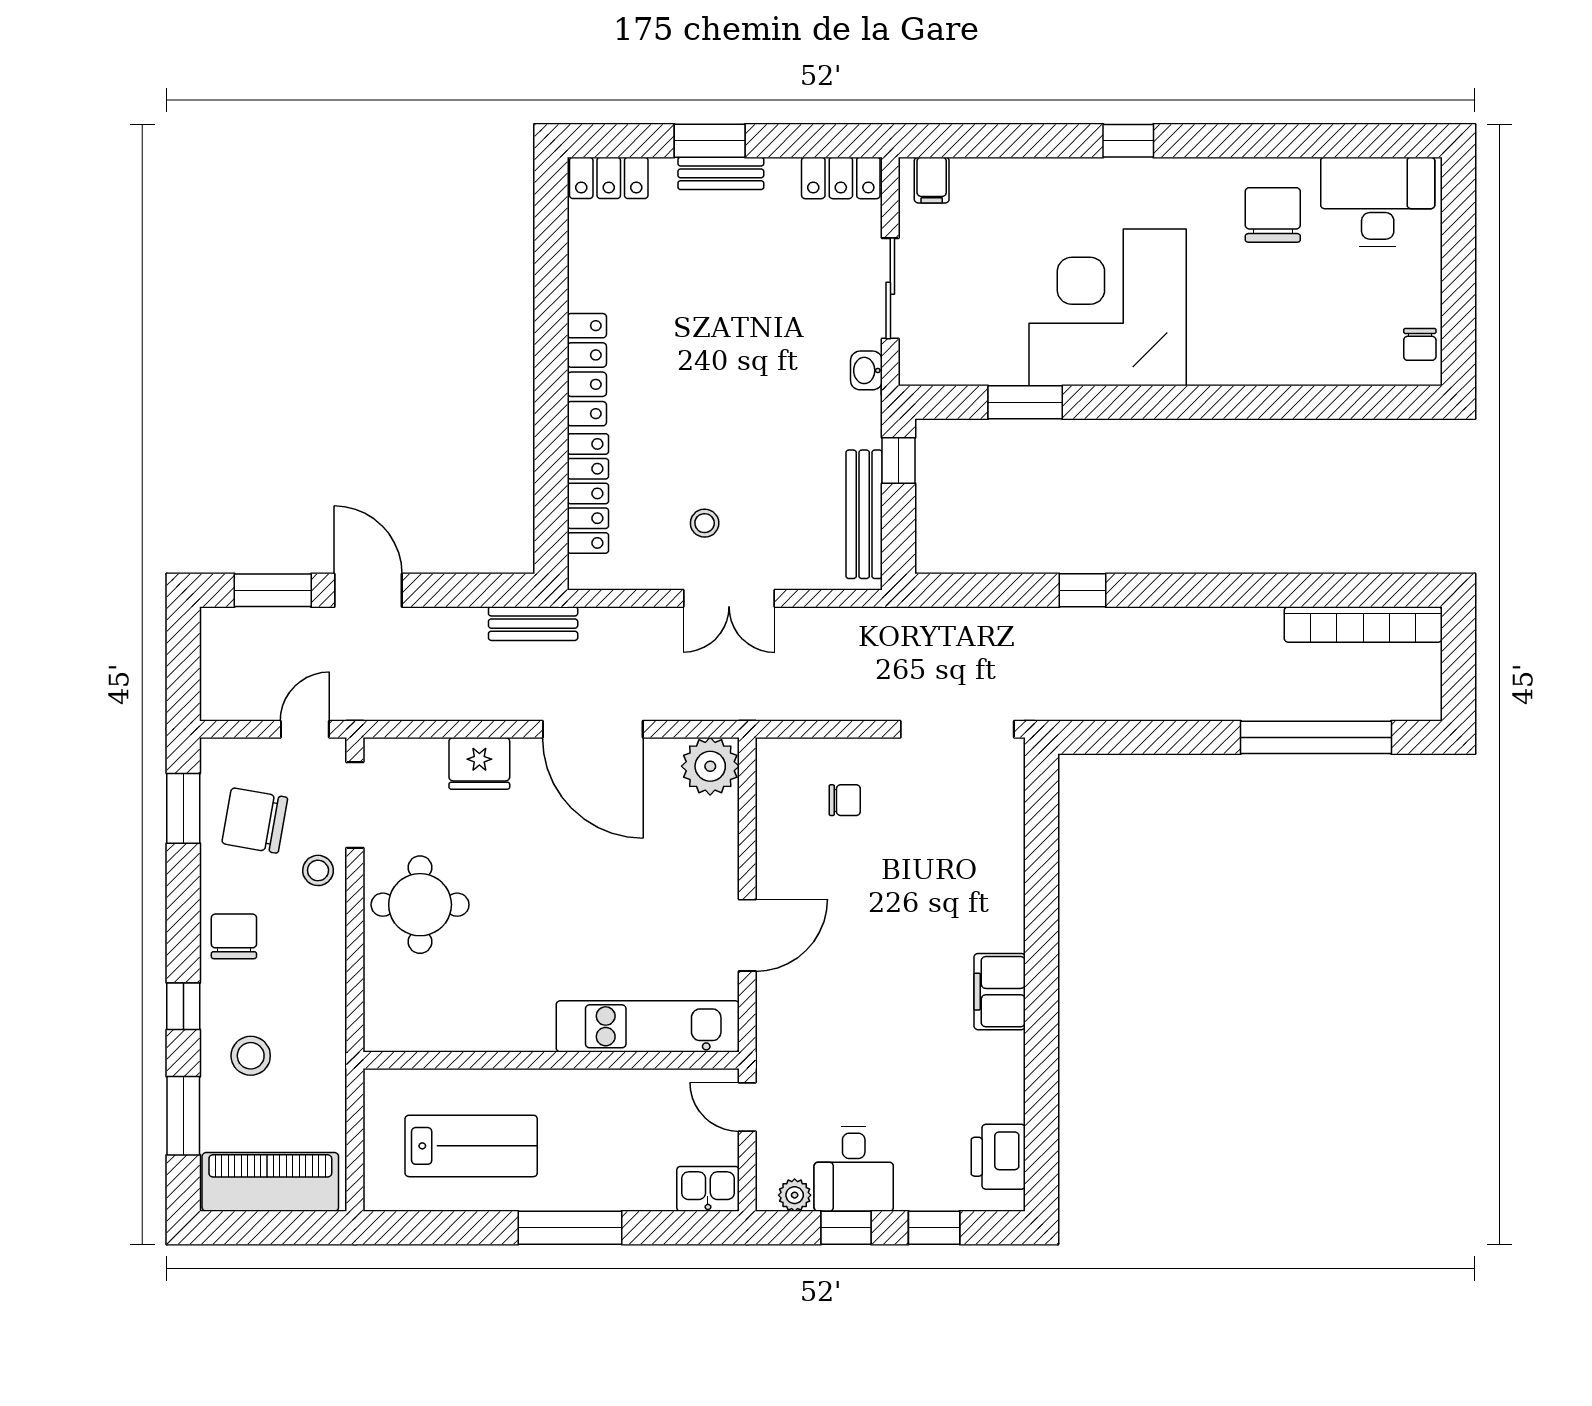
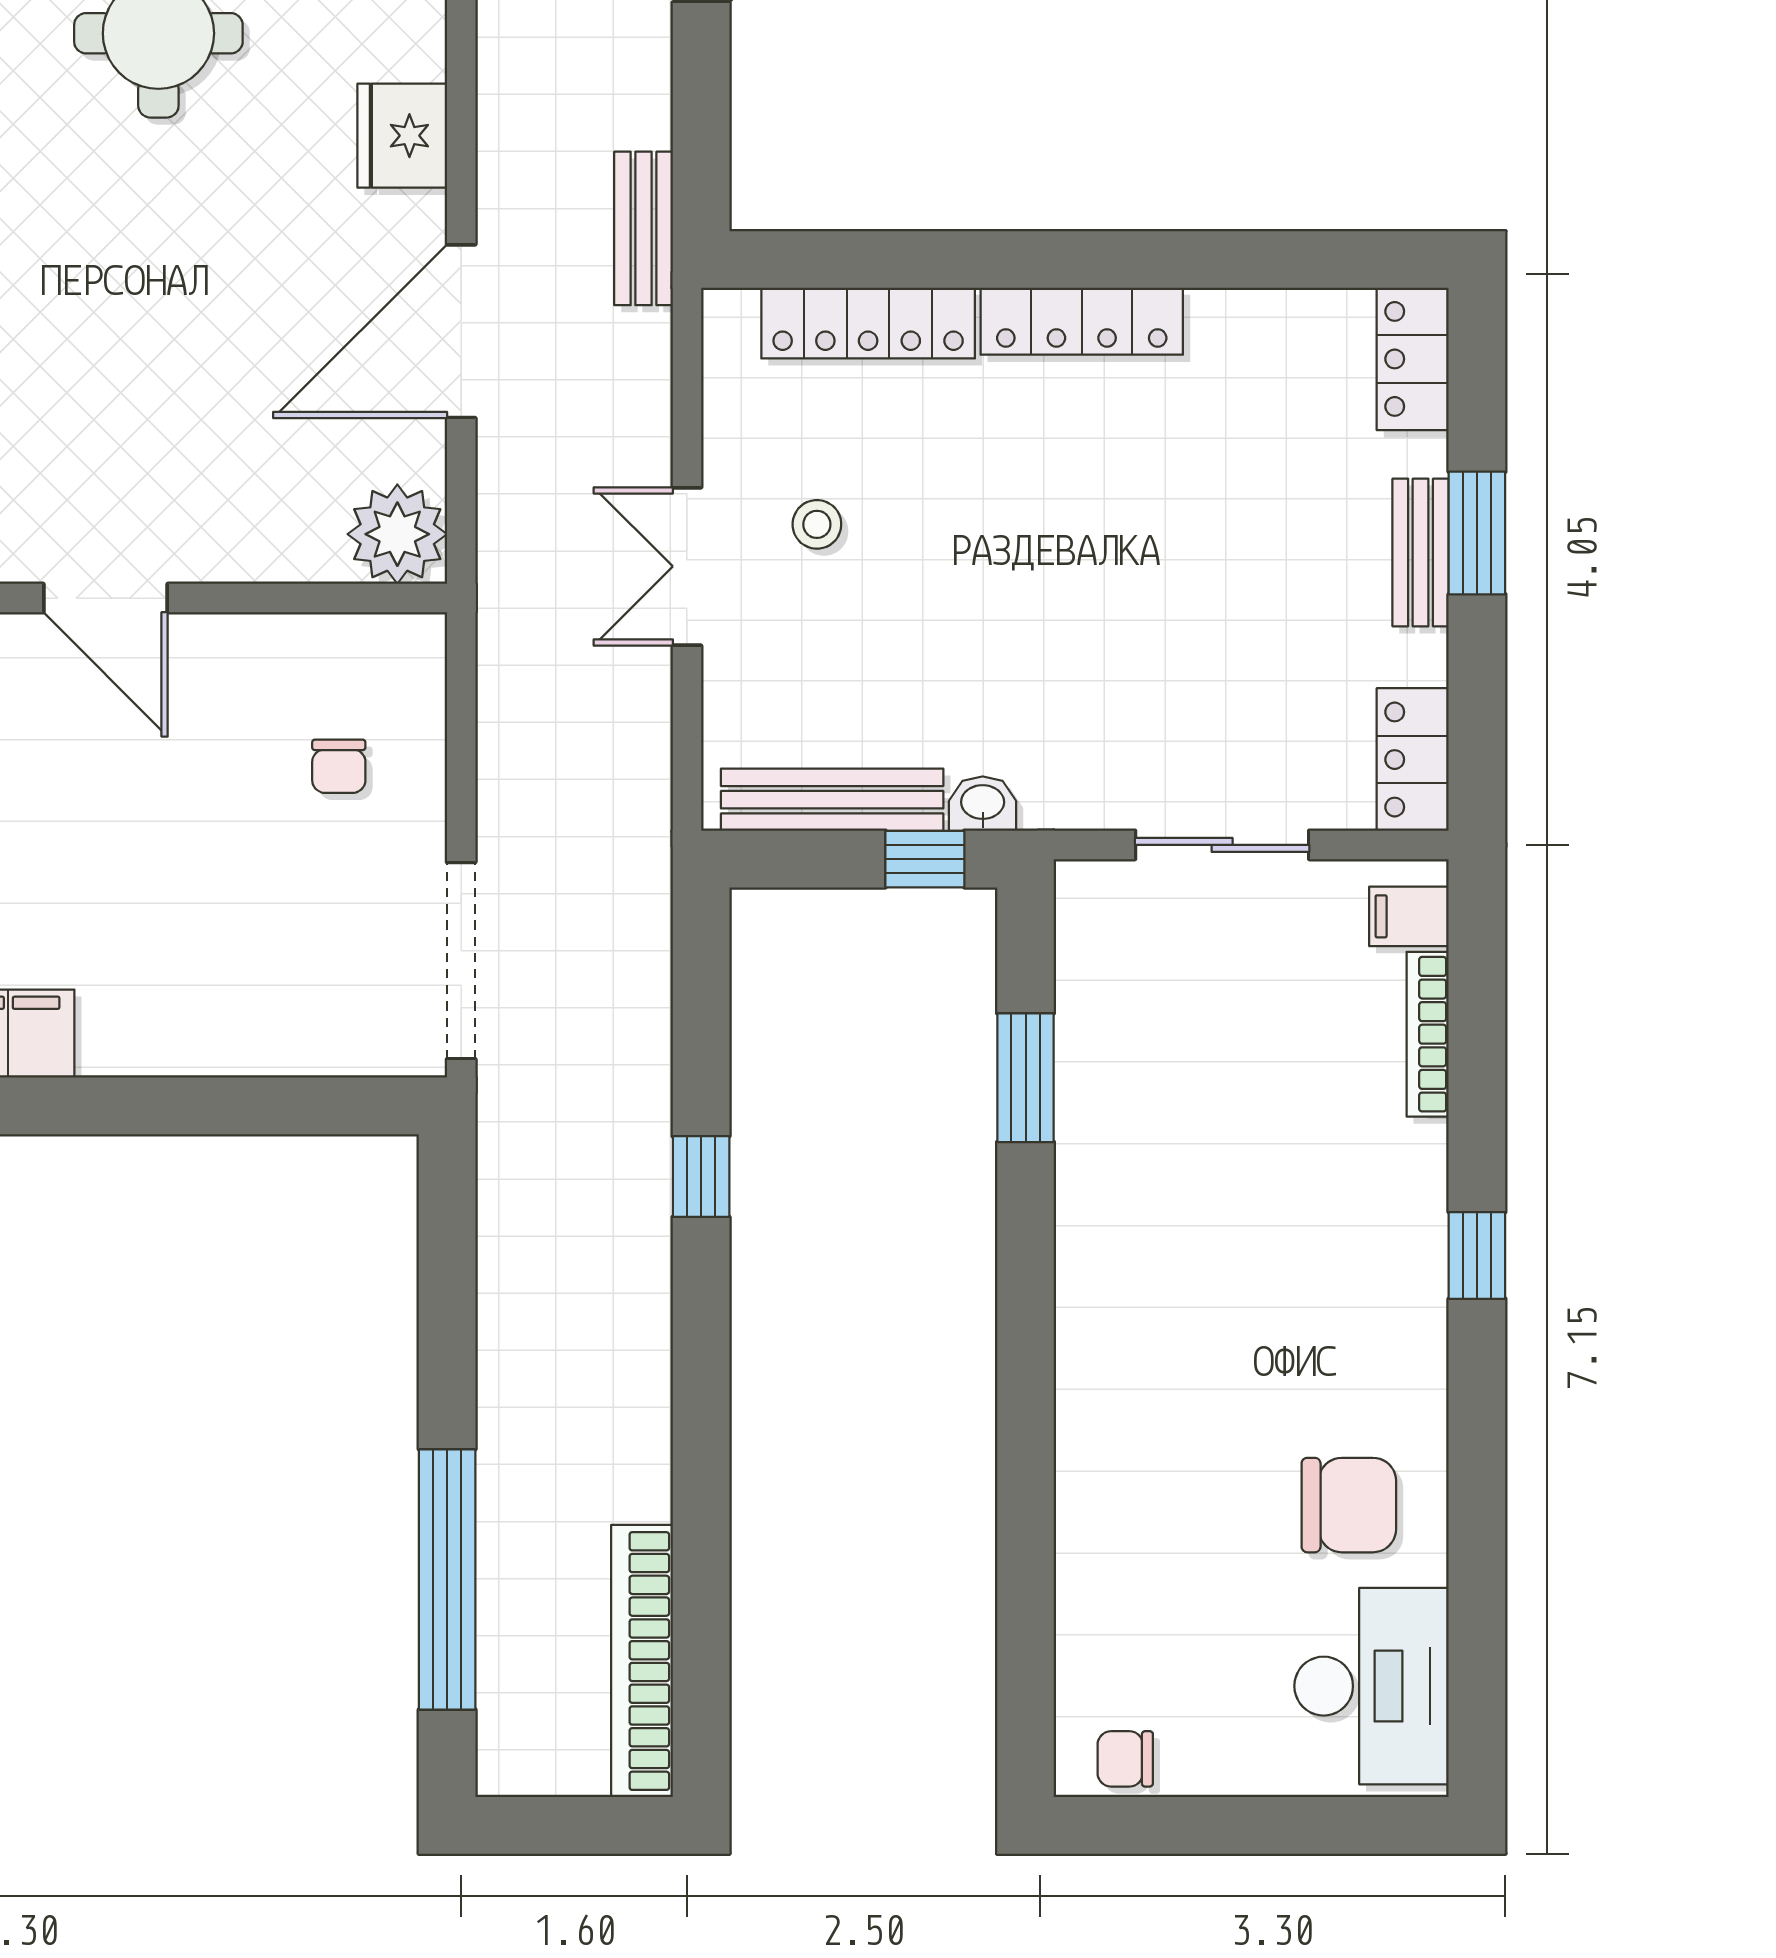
bookcase: (1000, 169) -> (1428, 1034), added
corner desk: (1108, 307) -> (1189, 1220), removed
washbasin: (866, 370) -> (983, 804), moved

